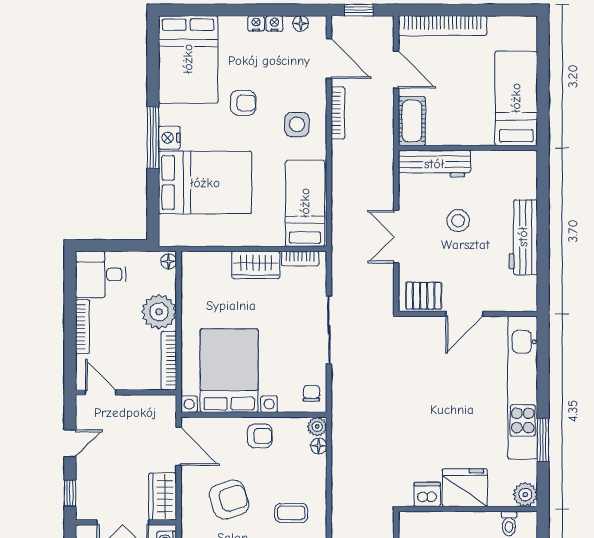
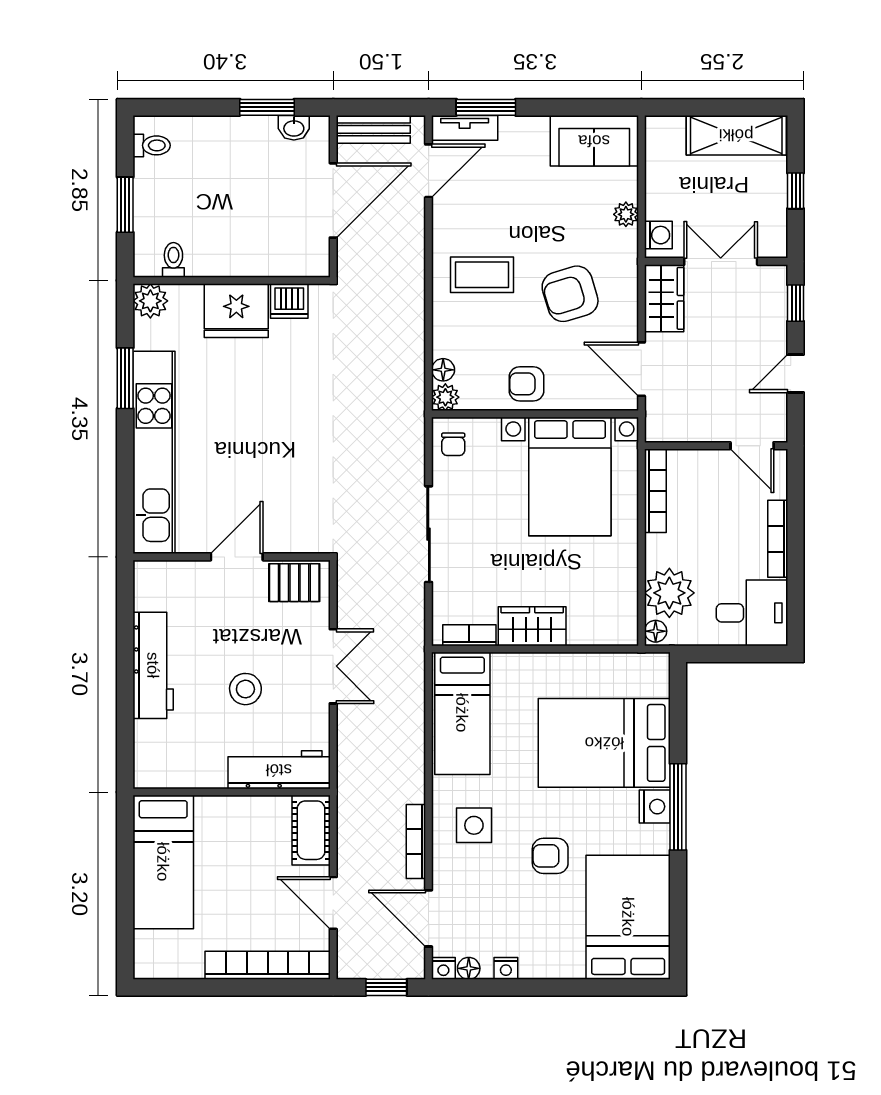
nightstand: (256, 23) -> (443, 968), moved
plant: (159, 312) -> (669, 593), moved
coffee table: (291, 513) -> (482, 275), width x1.36, depth x1.30

